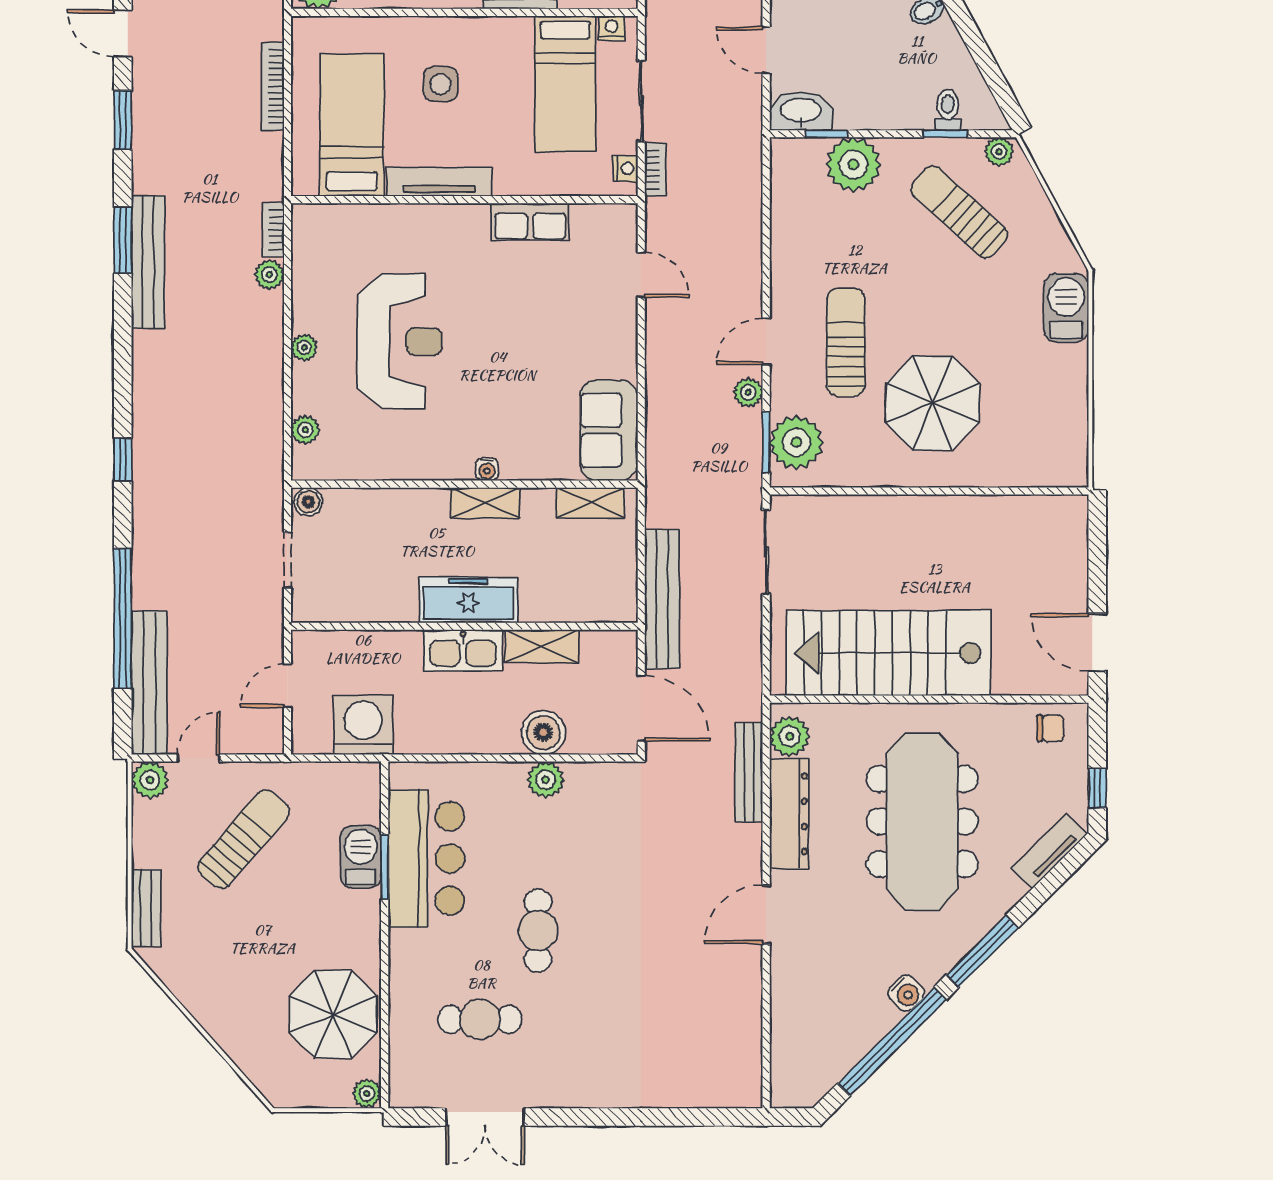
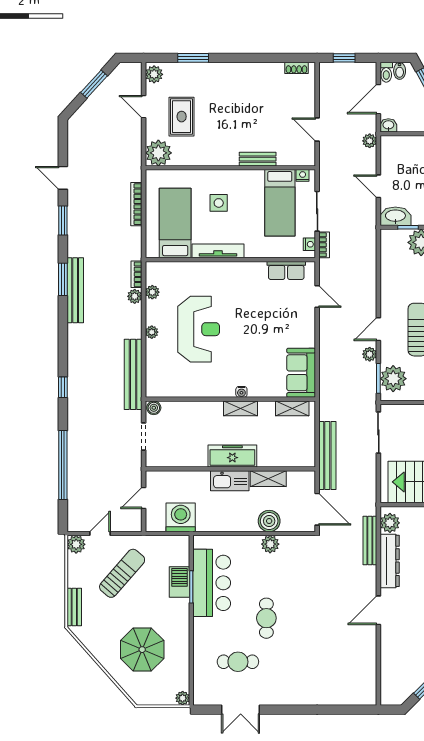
row of seats: (530, 222) -> (286, 270), moved
plant: (305, 430) -> (152, 292), moved
bench: (149, 683) -> (133, 374), moved
parasol: (333, 1014) -> (142, 650), moved

